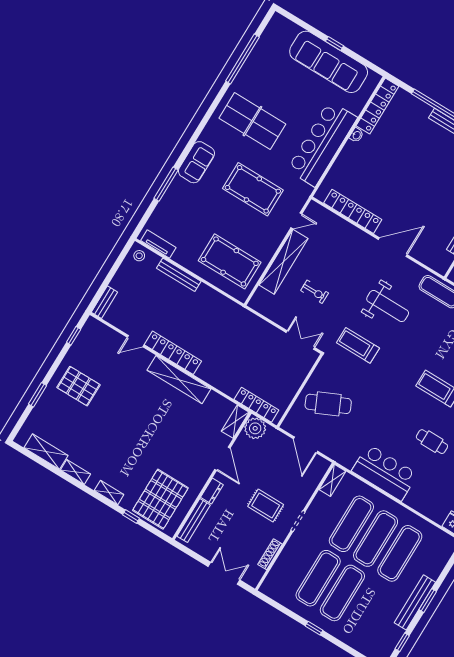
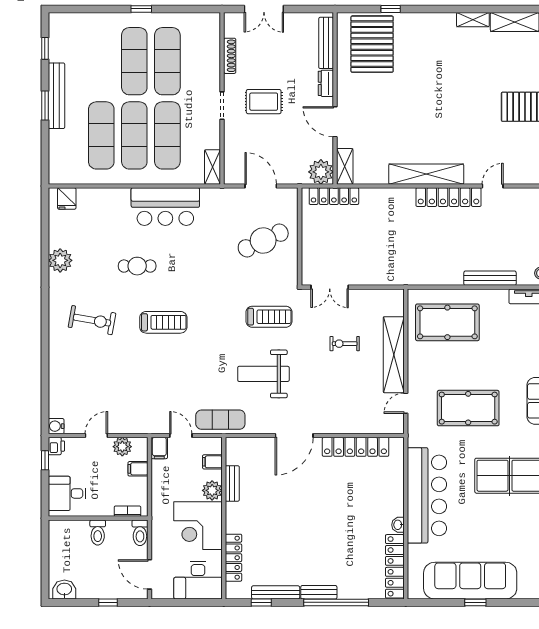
shelving: (109, 493) -> (427, 19), removed

